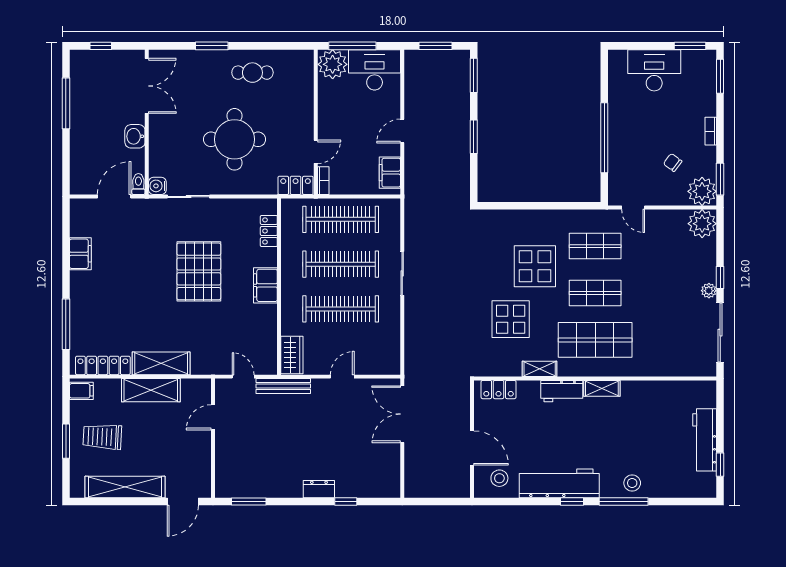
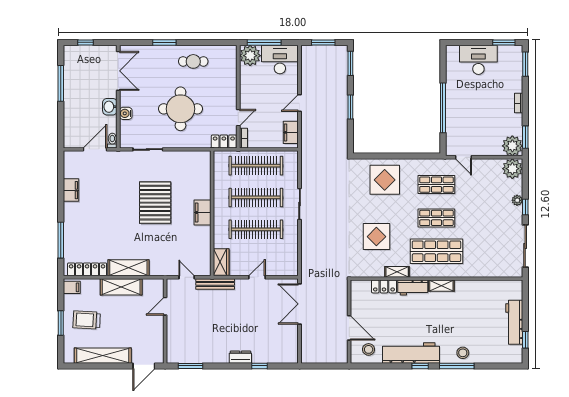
chair: (673, 162) -> (492, 125), removed
water cooler: (157, 186) -> (126, 113), moved
locker: (269, 231) -> (205, 174), removed
display table: (535, 266) -> (385, 180), moved
plant: (709, 291) -> (517, 200), moved
locker: (499, 390) -> (384, 286), moved

